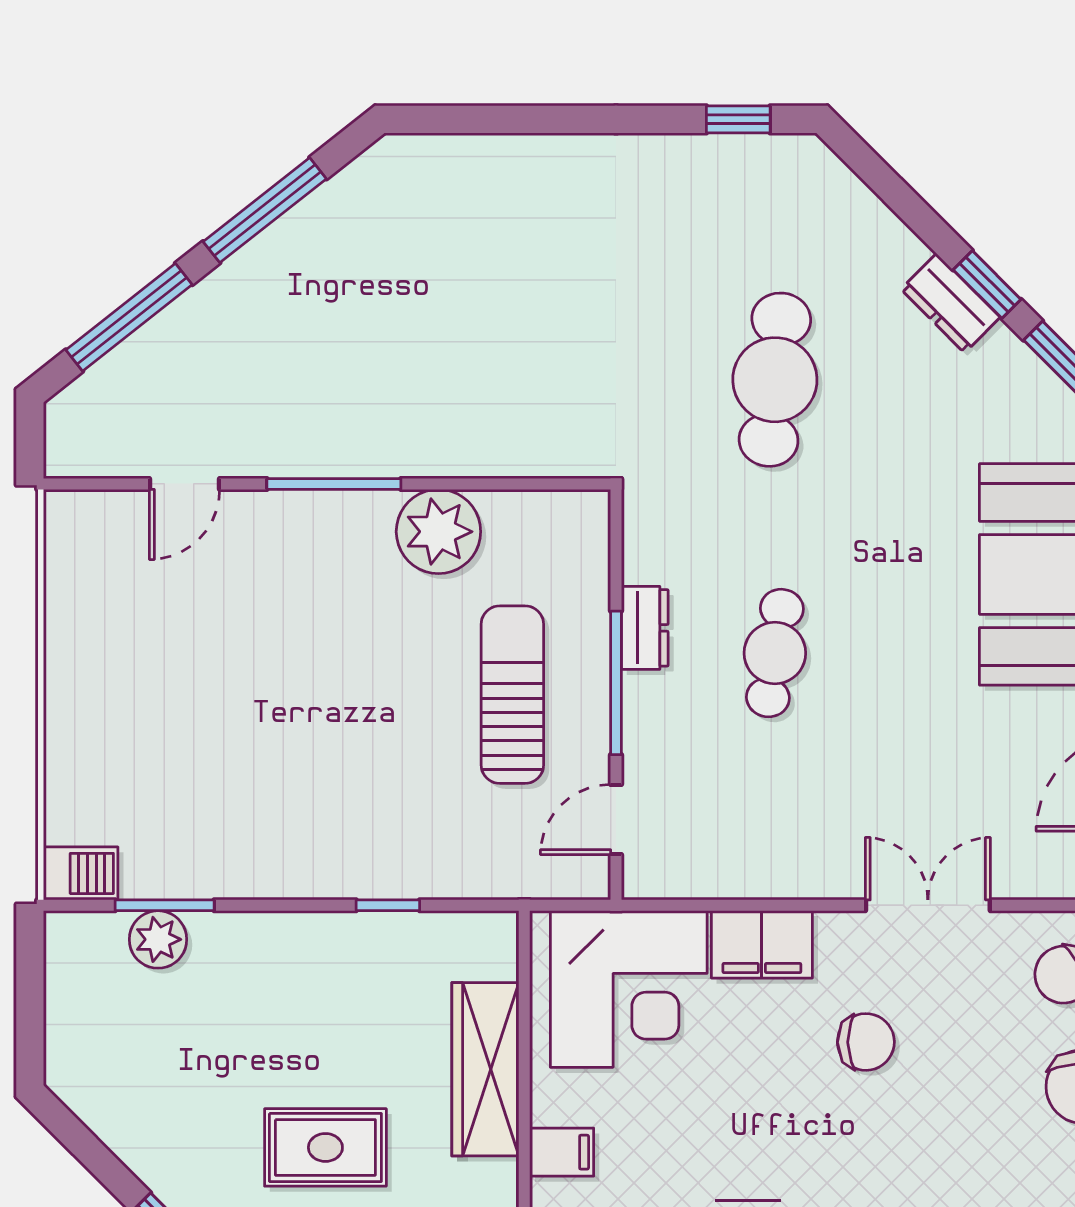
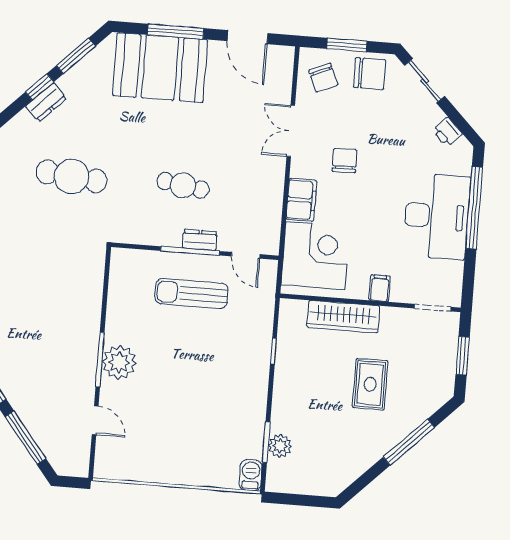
plant: (438, 532) -> (119, 362), moved
dresser: (645, 628) -> (200, 240), moved

